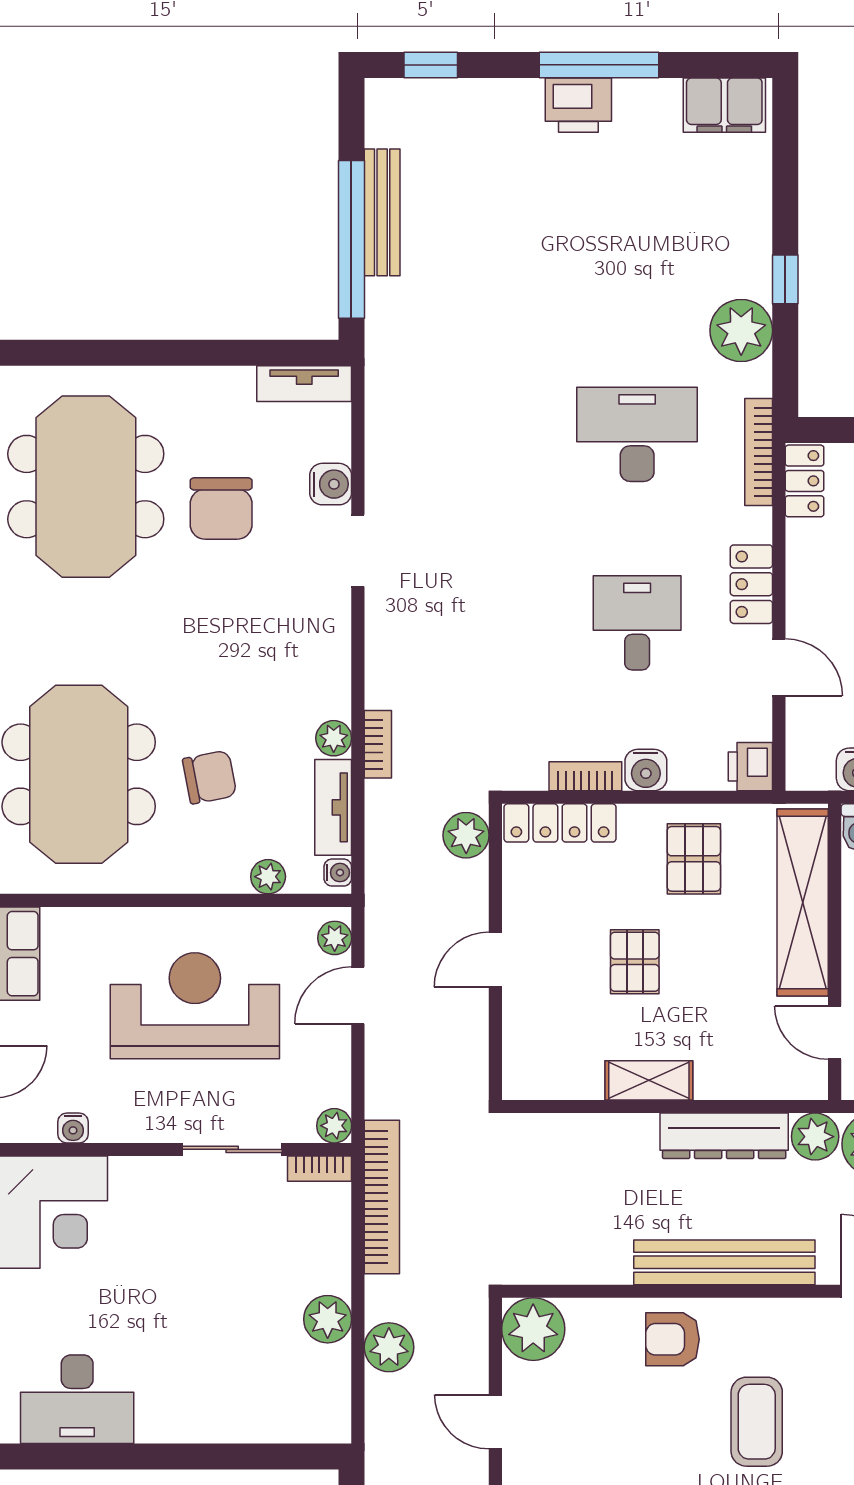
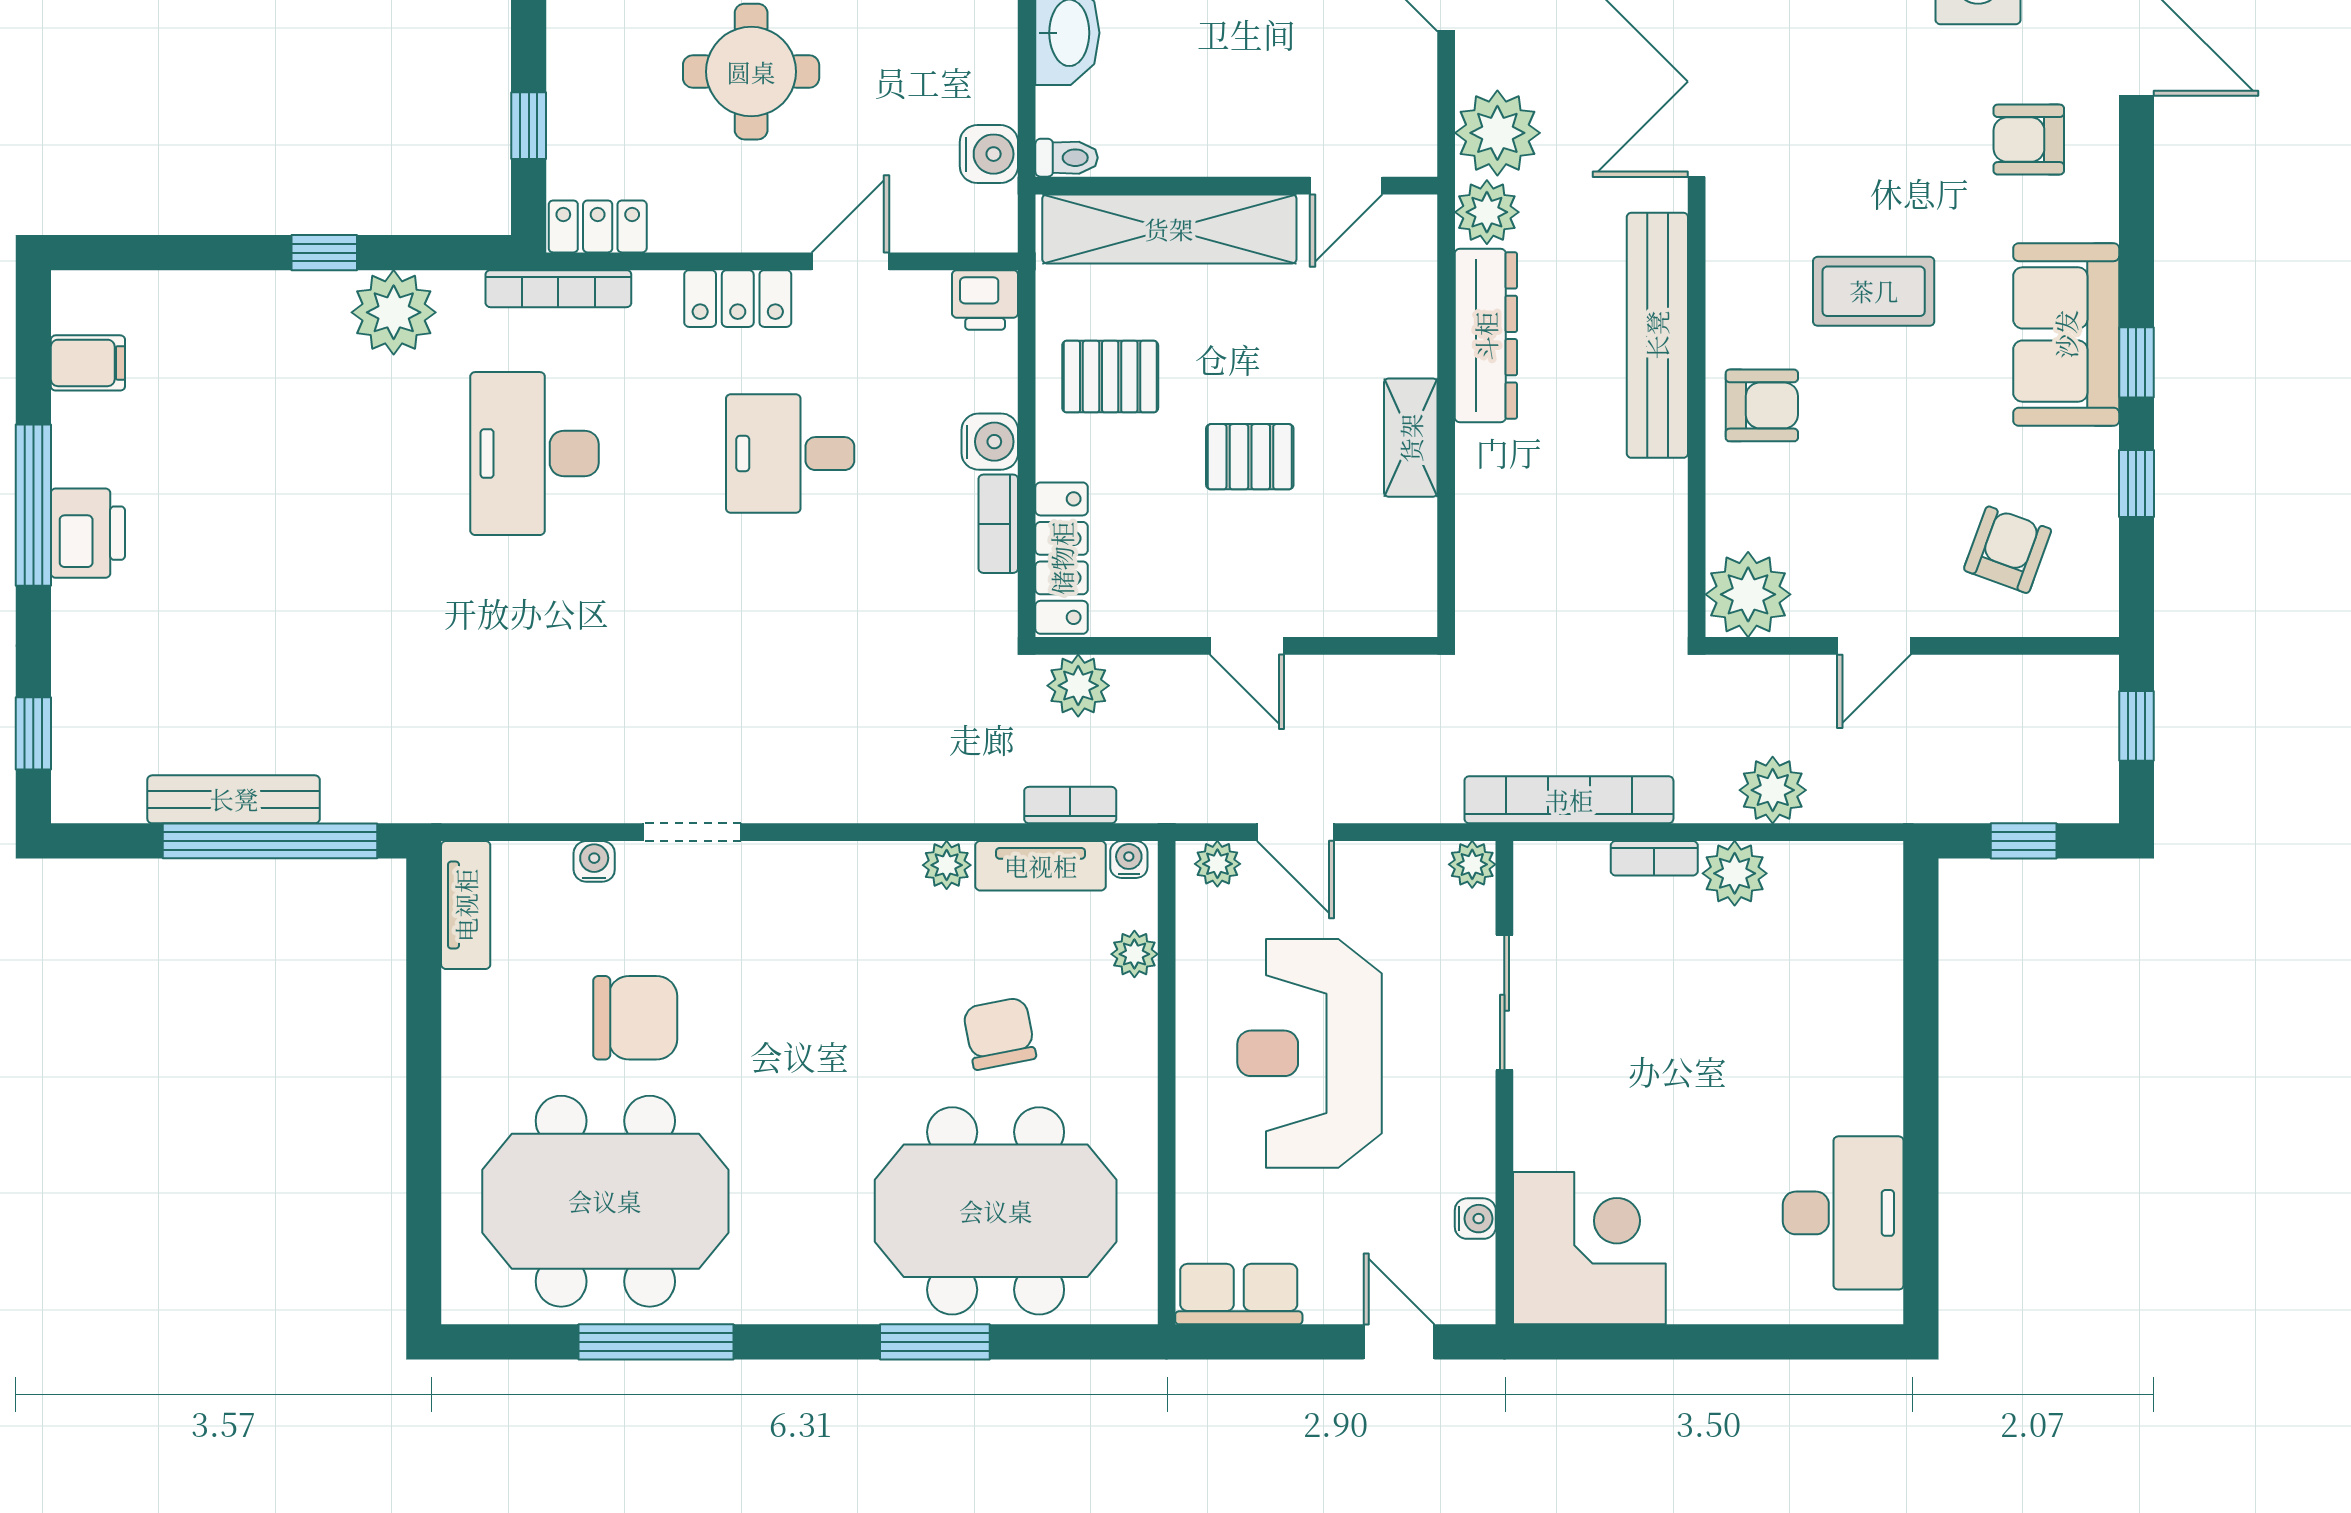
filing cabinet: (724, 105) -> (88, 363), width x0.50
water cooler: (331, 484) -> (594, 861), width x0.72, depth x0.72
bookcase: (378, 744) -> (1070, 805), moved
bookcase: (319, 1169) -> (1654, 858), moved, turned 90
armchair: (673, 1339) -> (1762, 405), turned -90

